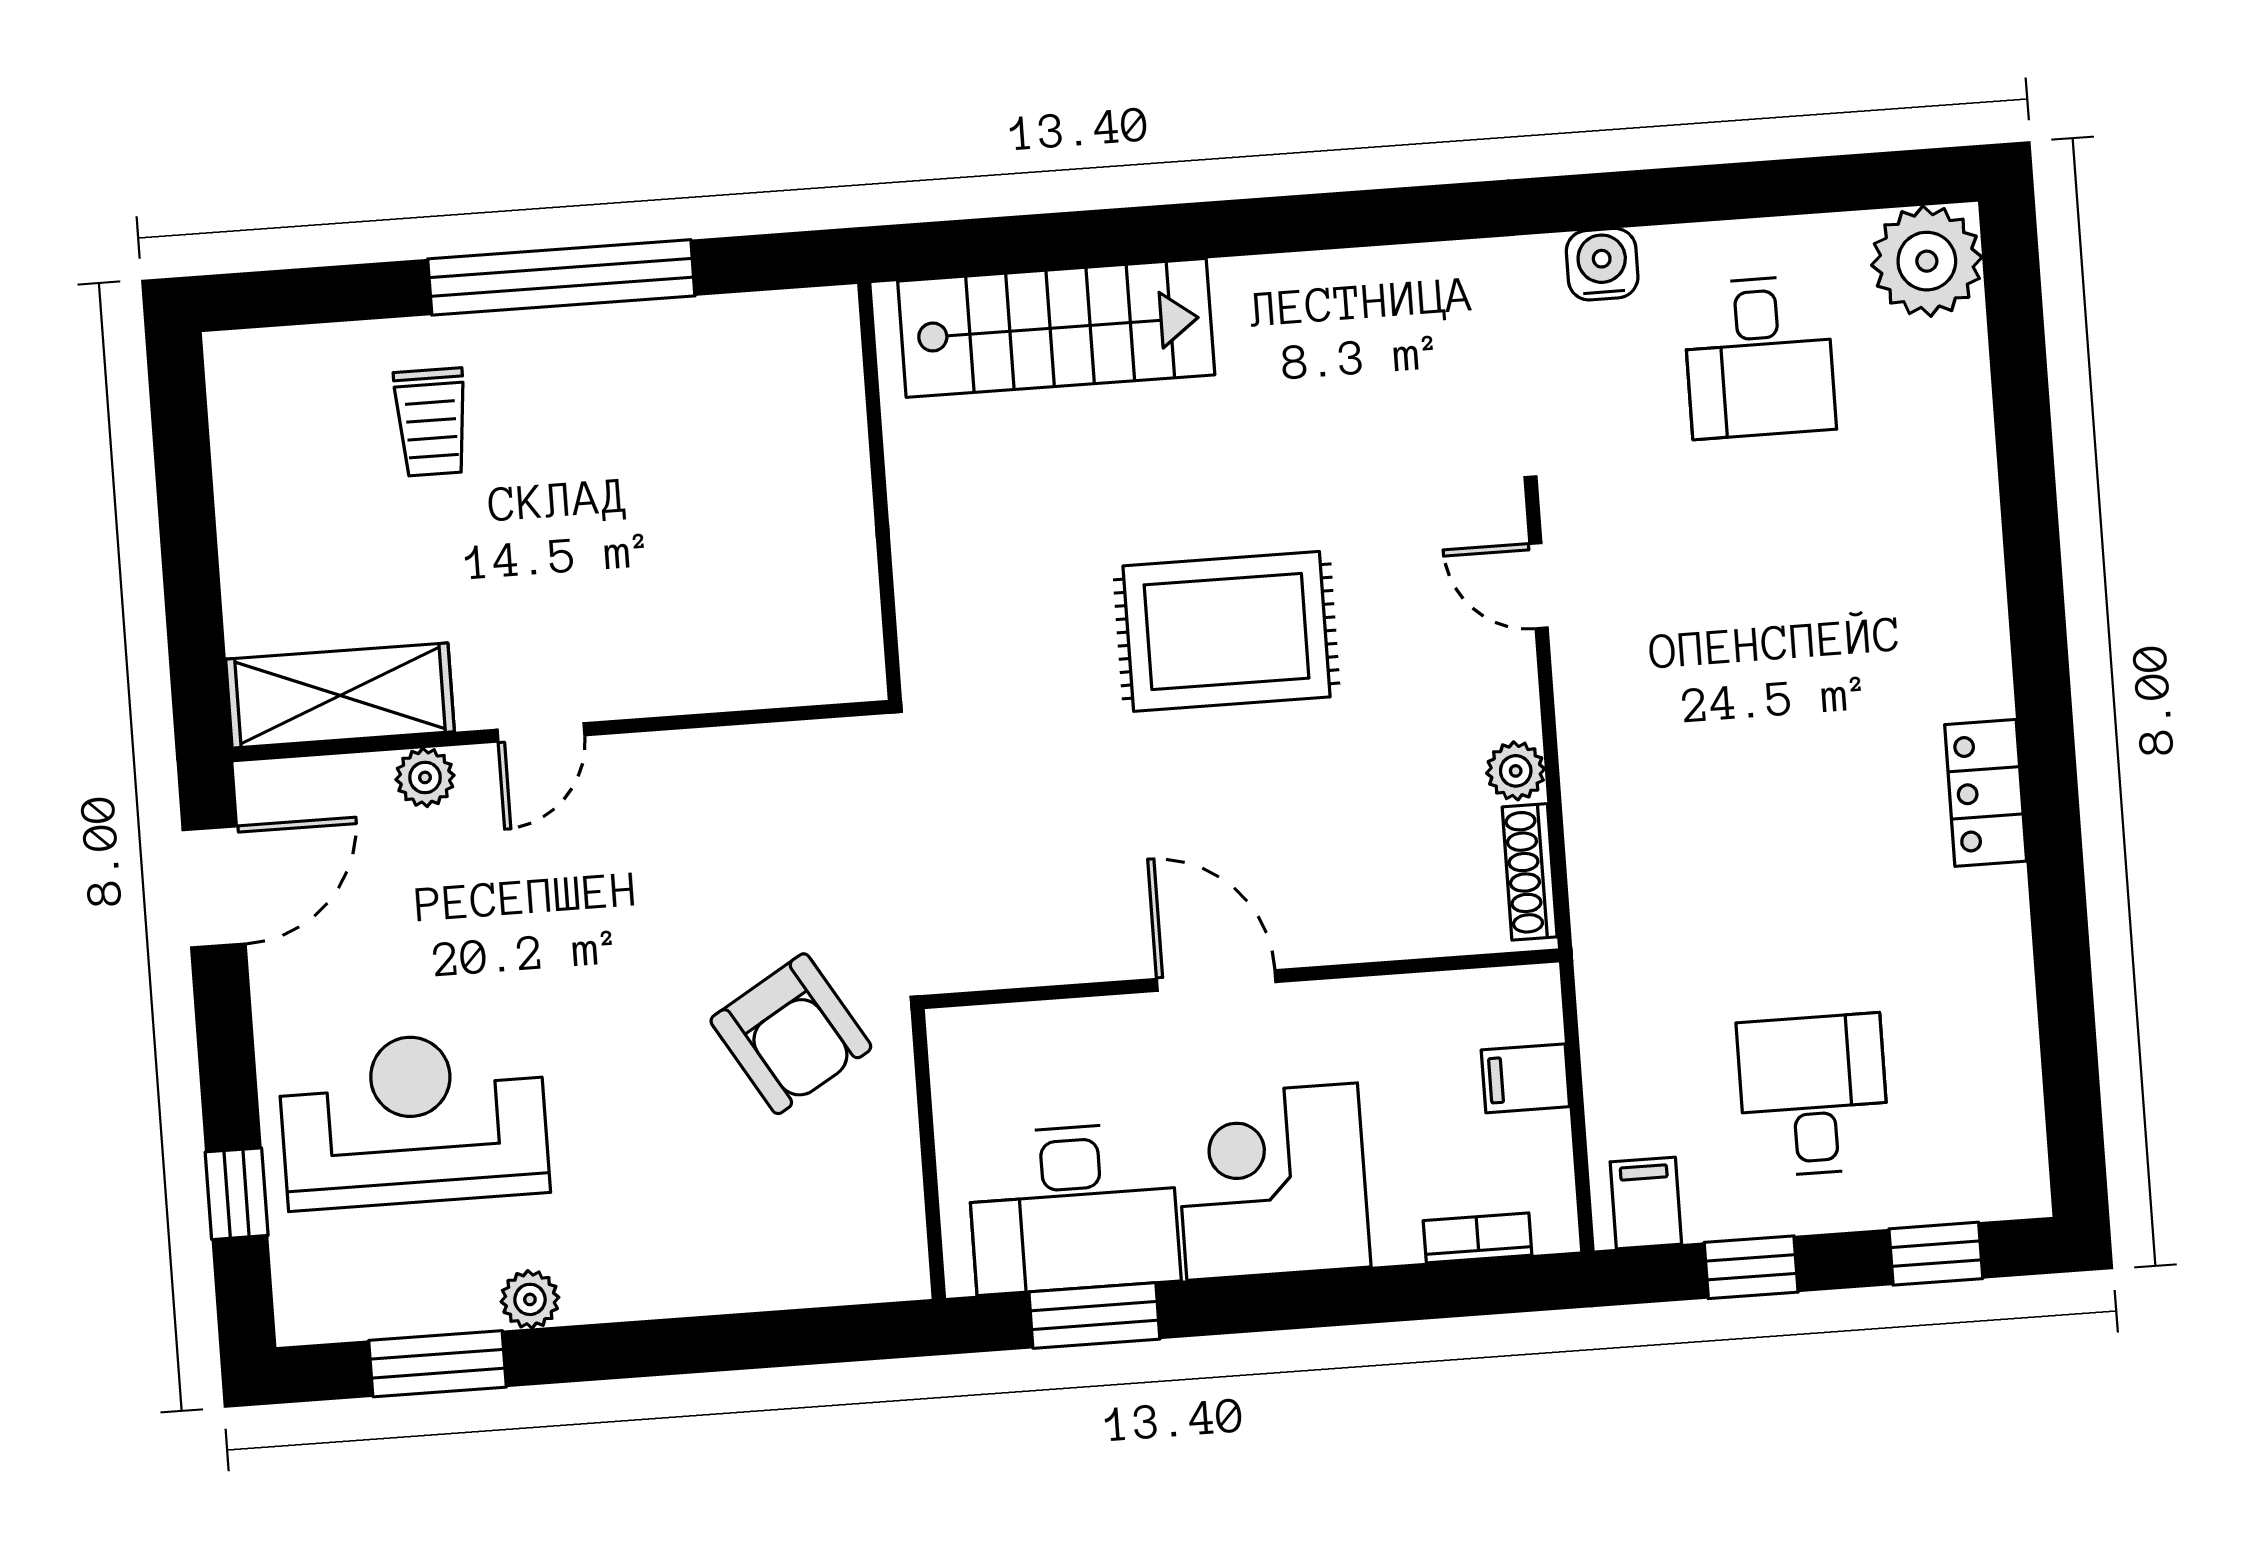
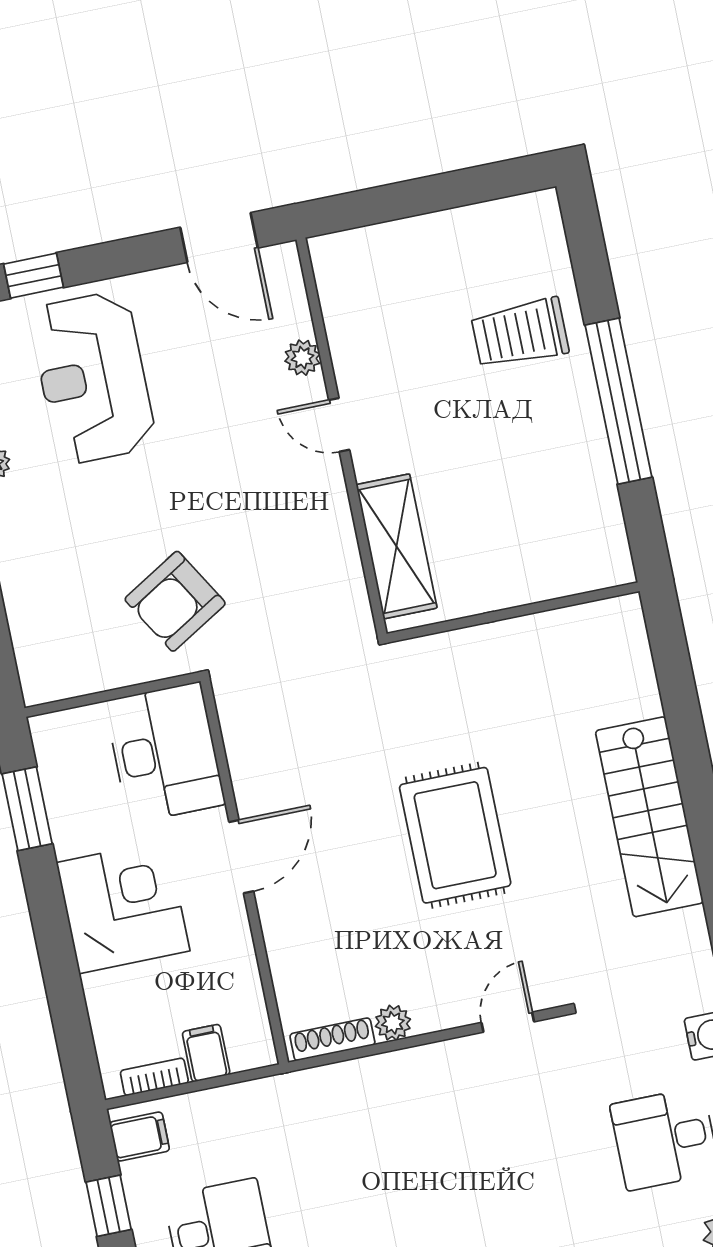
stairs: (1056, 328) -> (649, 817), moved
trolley: (431, 422) -> (520, 333), width x1.36, depth x1.39
shelving: (340, 695) -> (396, 546), moved
reception desk: (413, 1120) -> (93, 378), turned 180
desk: (1073, 1208) -> (165, 753), moved, turned 180
bookcase: (1478, 1238) -> (154, 1077), moved, turned -90

